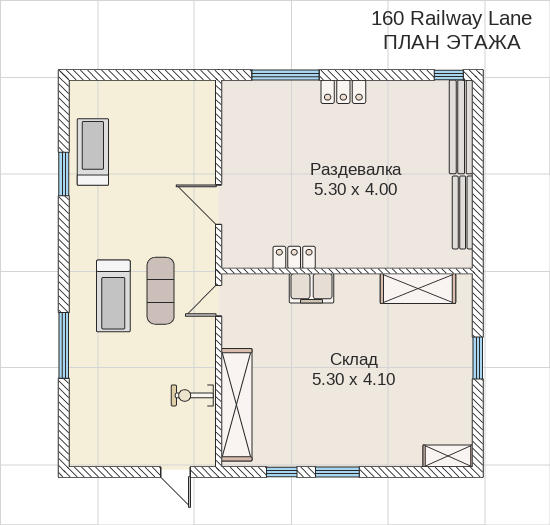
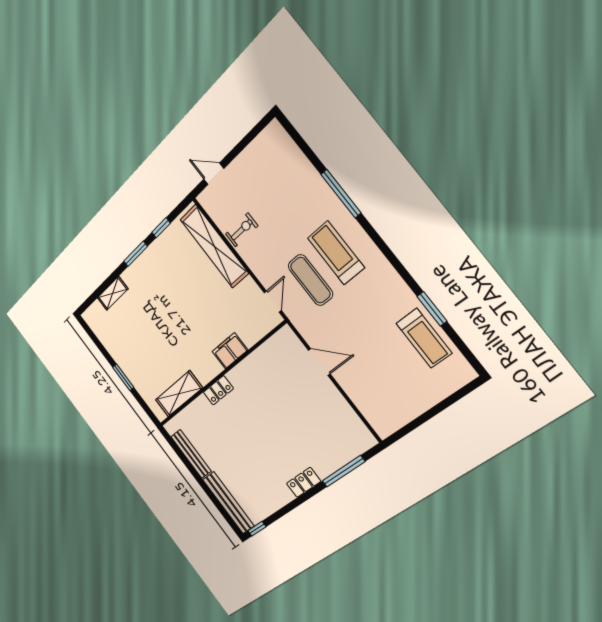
locker: (294, 257) -> (218, 390), moved
shelving: (448, 456) -> (113, 293), moved

